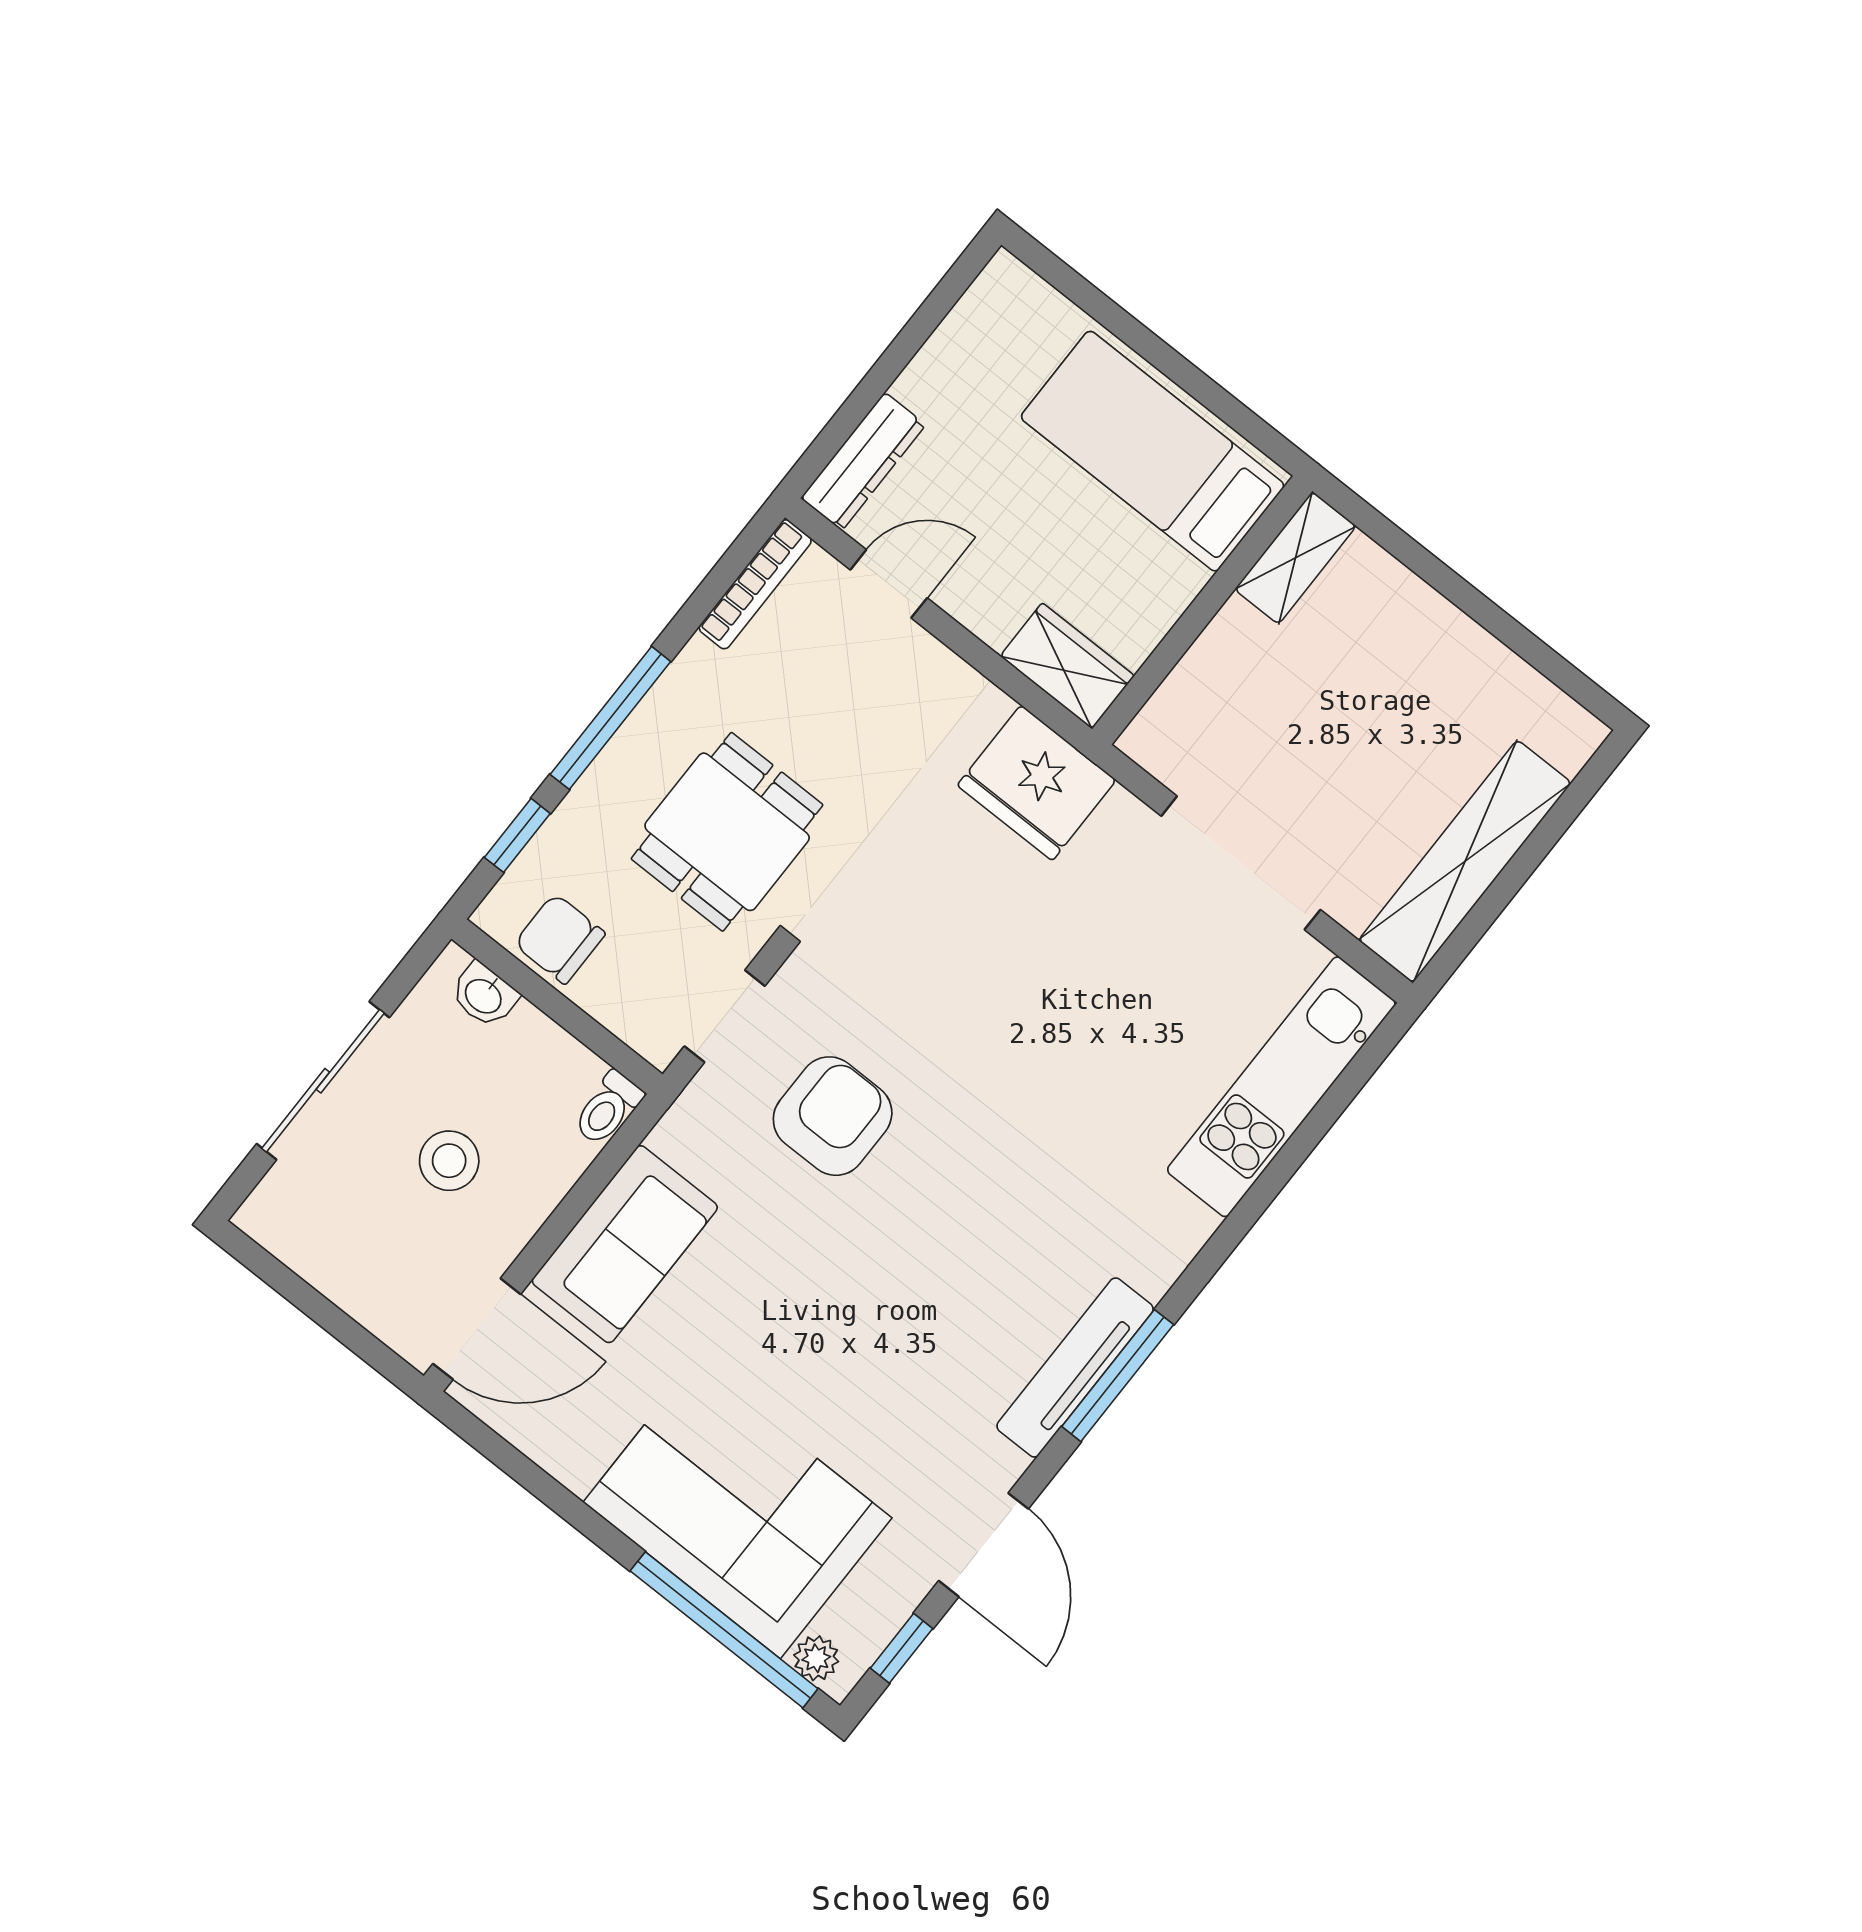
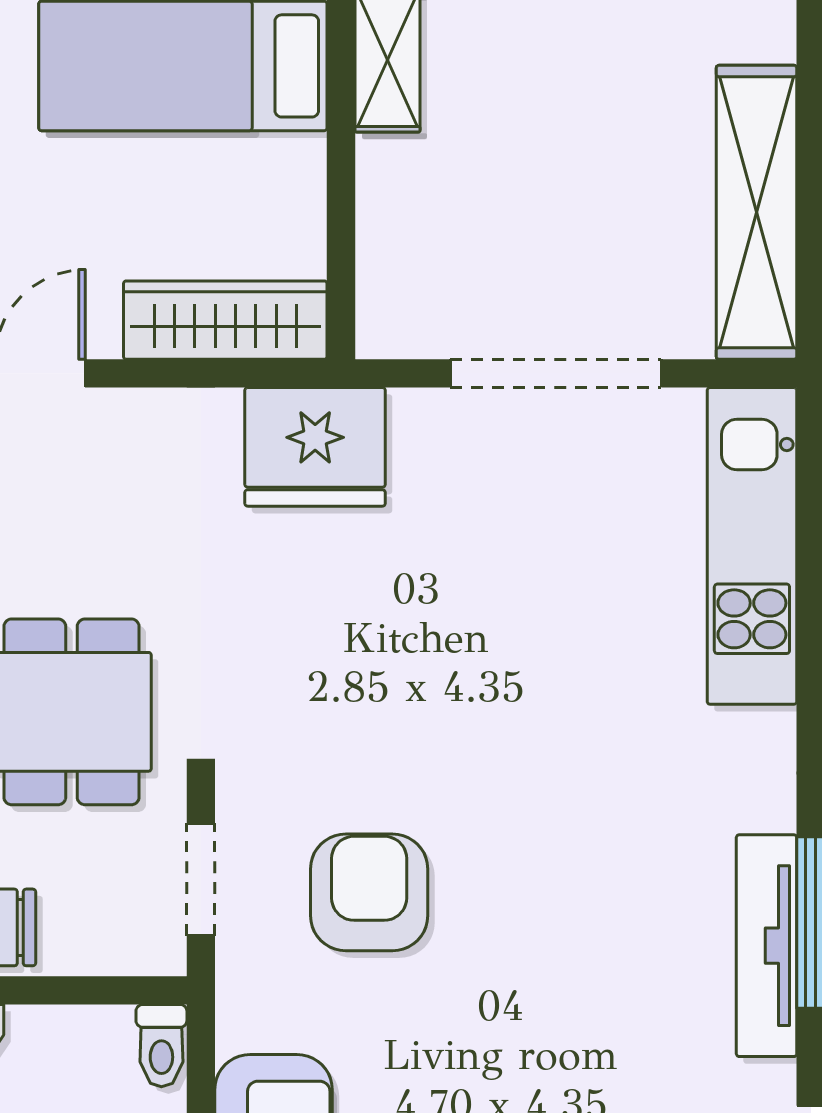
wardrobe: (1067, 666) -> (225, 320), width x1.50

